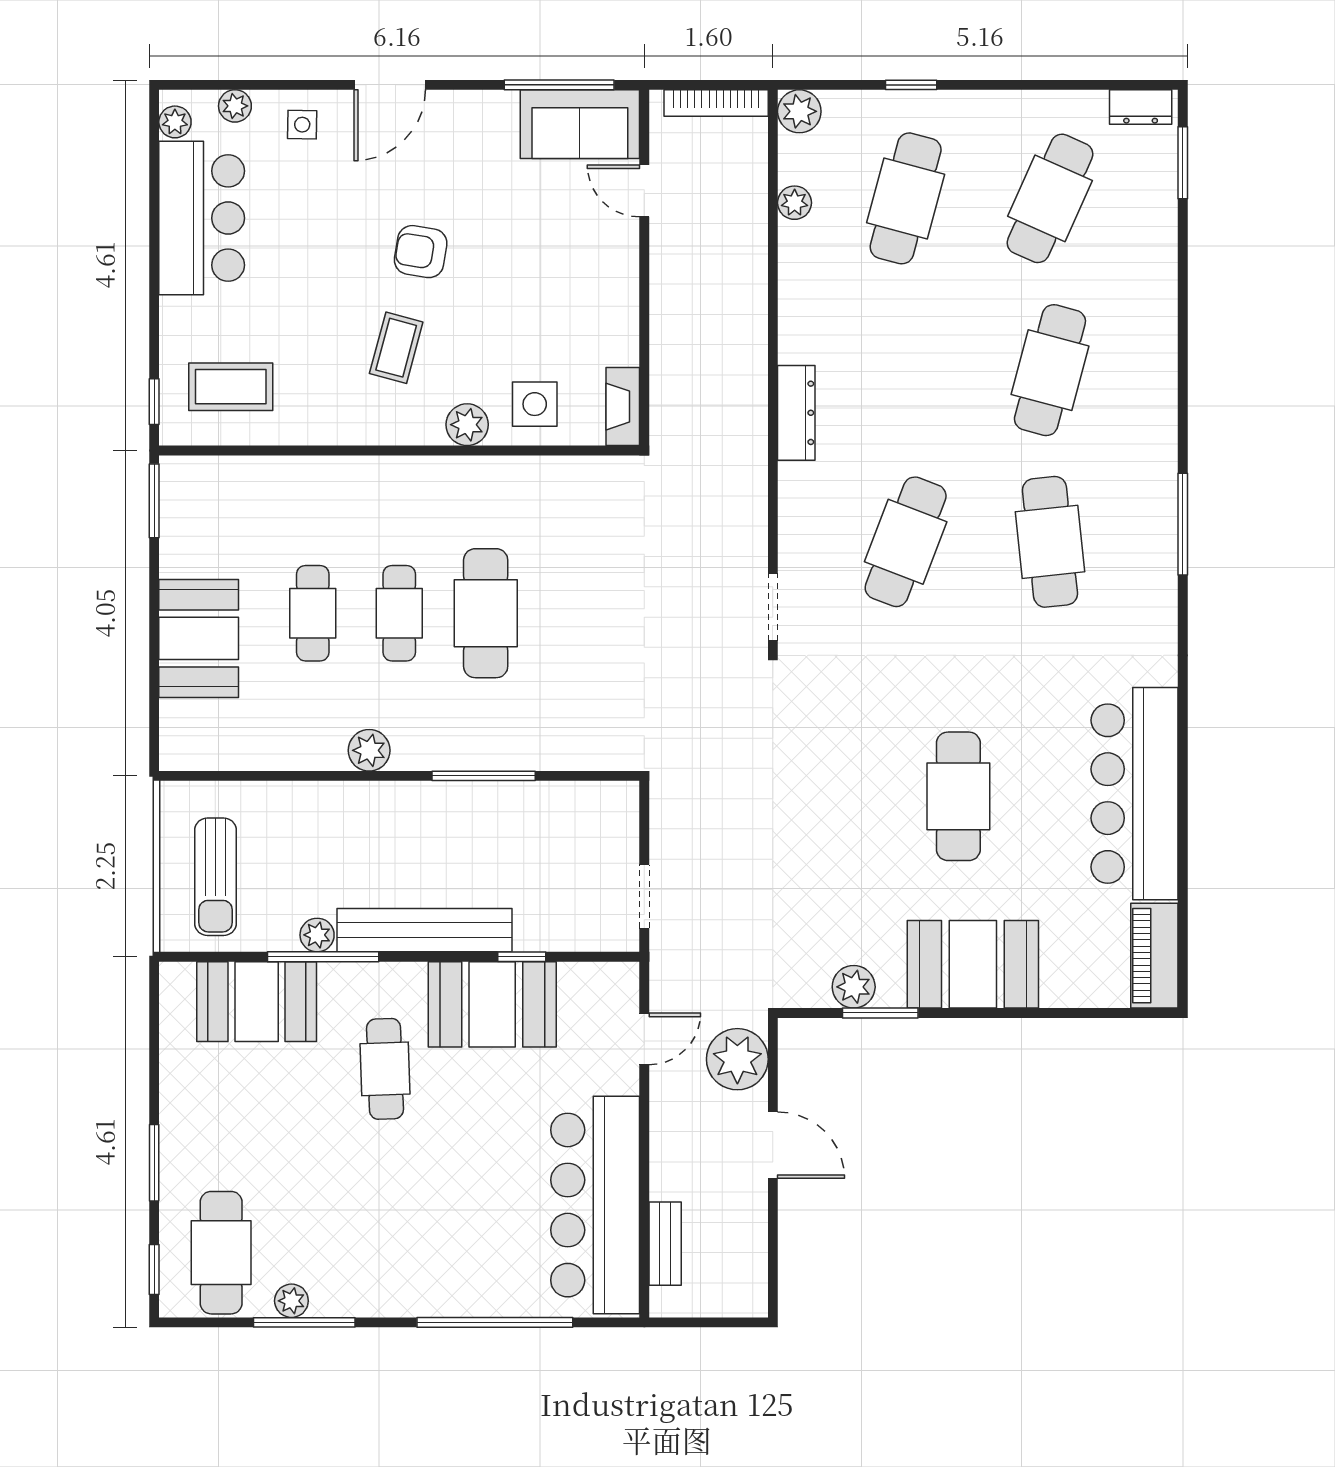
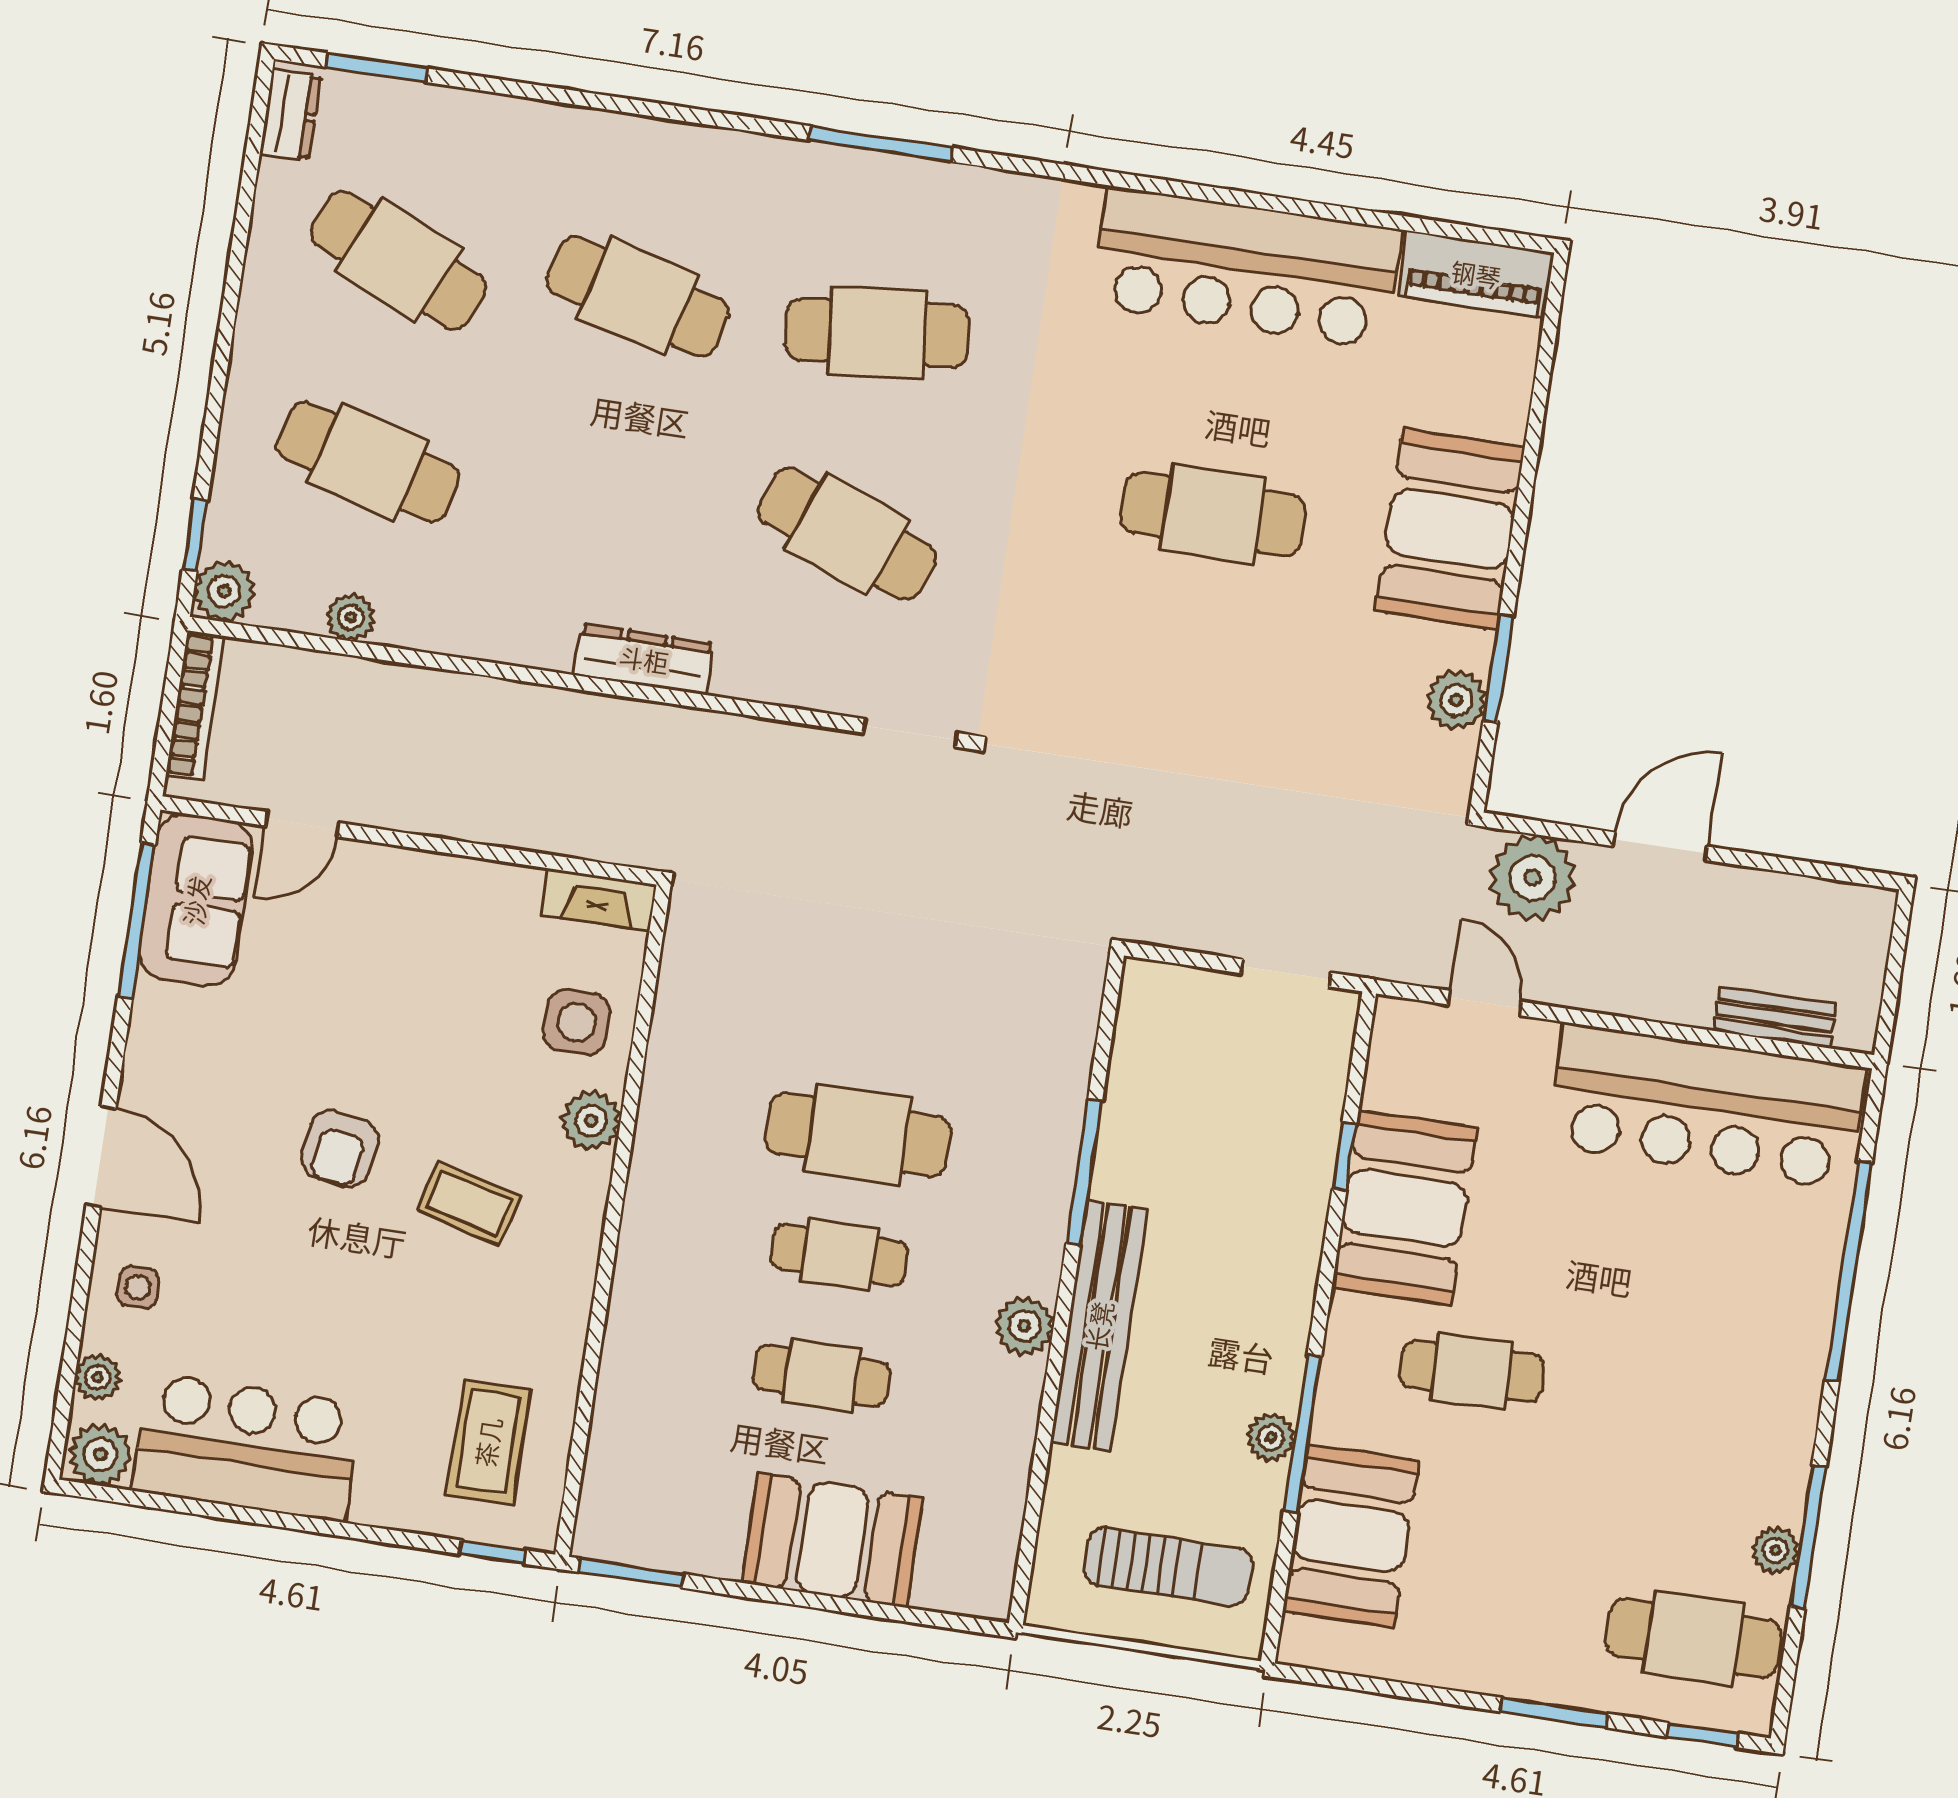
window: (911, 85) -> (195, 535), moved
plant: (175, 122) -> (100, 1455), width x1.38, depth x1.38
bench: (425, 930) -> (1099, 1326), moved

